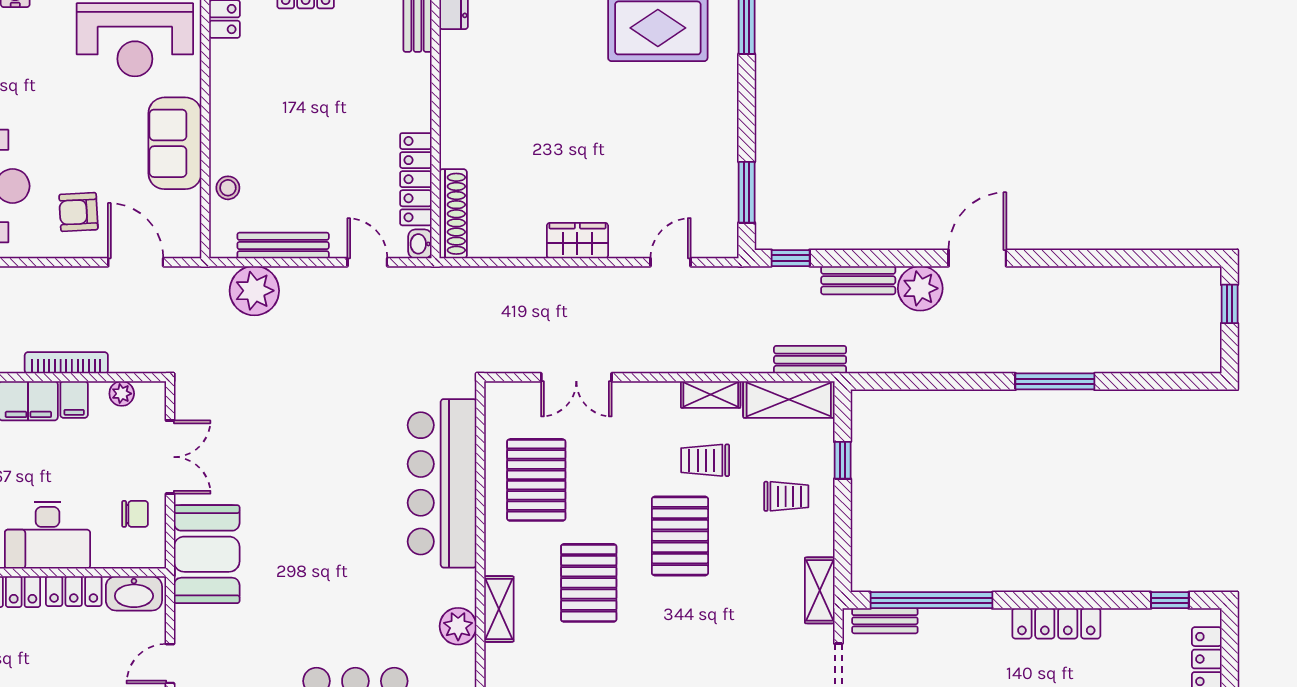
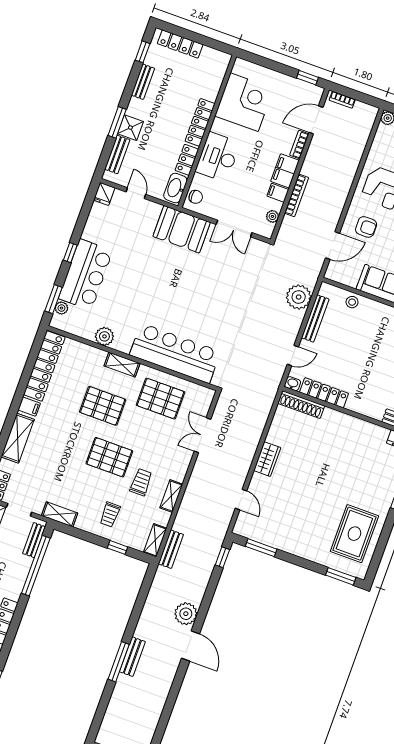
armchair: (78, 212) -> (366, 227), turned 93
bench: (858, 280) -> (132, 657), moved
shelving: (789, 399) -> (155, 540), width x0.67, depth x0.75
chair: (135, 514) -> (196, 197), moved, turned -90
shelving: (499, 609) -> (122, 365), moved

